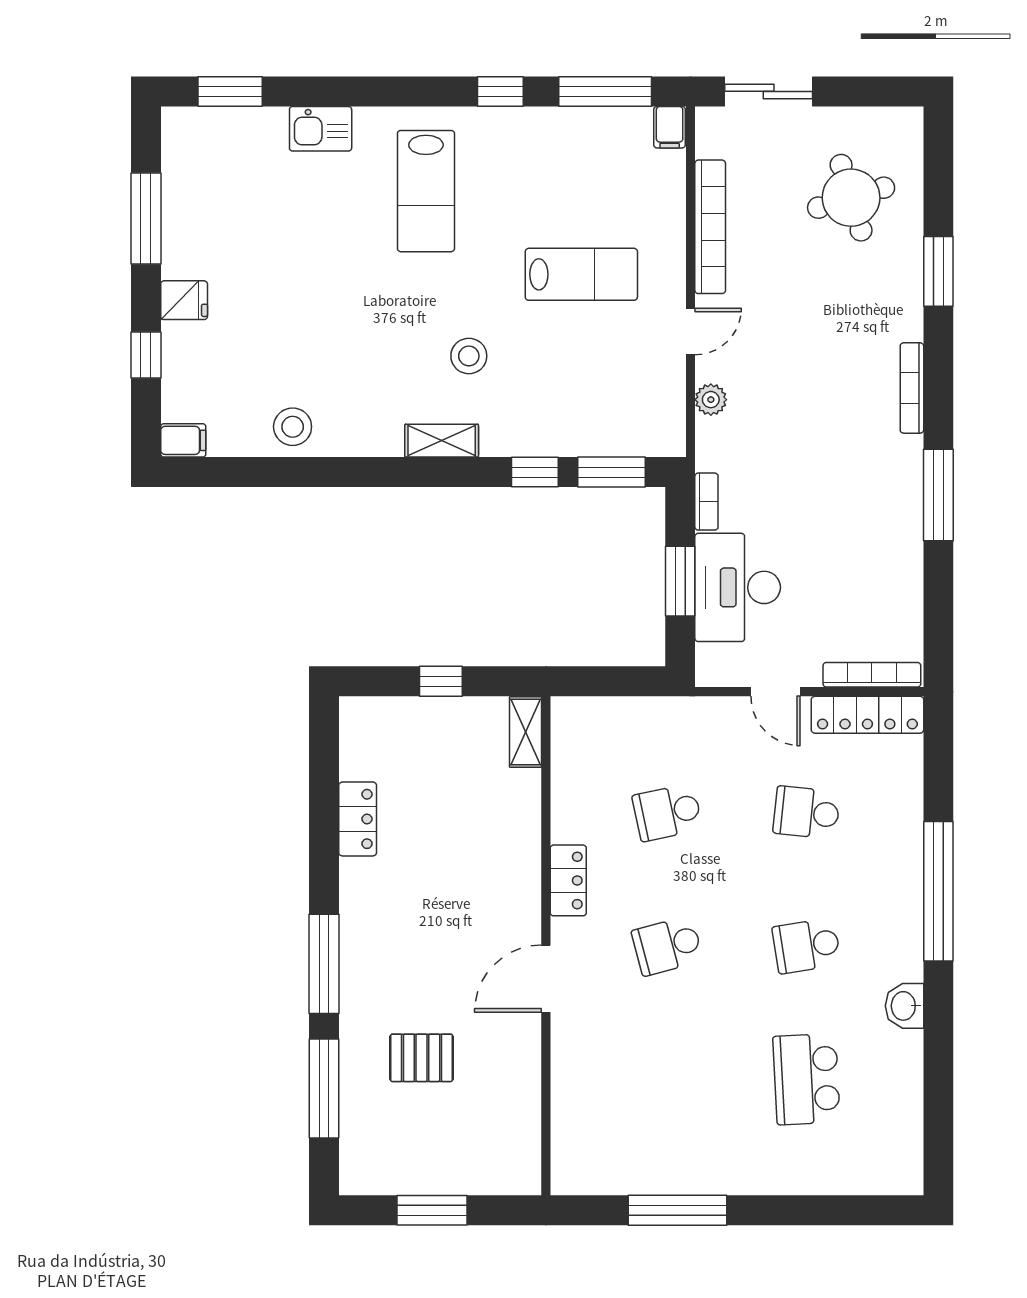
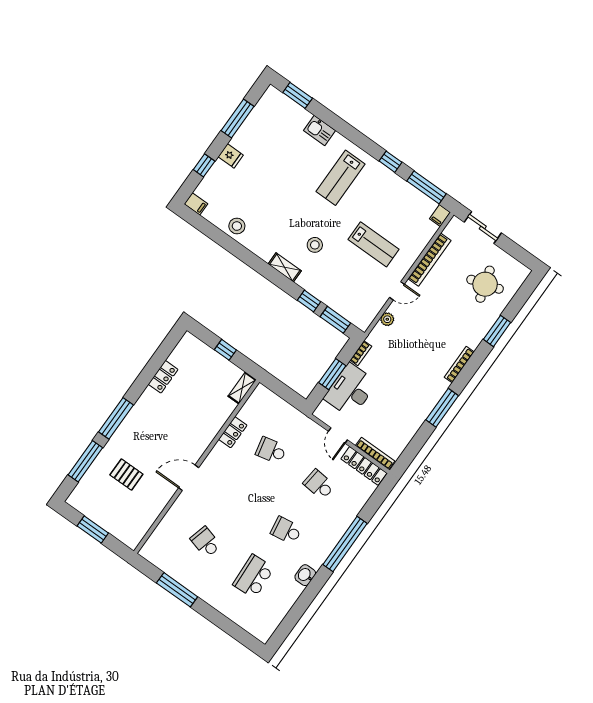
locker: (568, 880) -> (233, 432), moved
school desk: (667, 946) -> (206, 542), moved, turned 30

